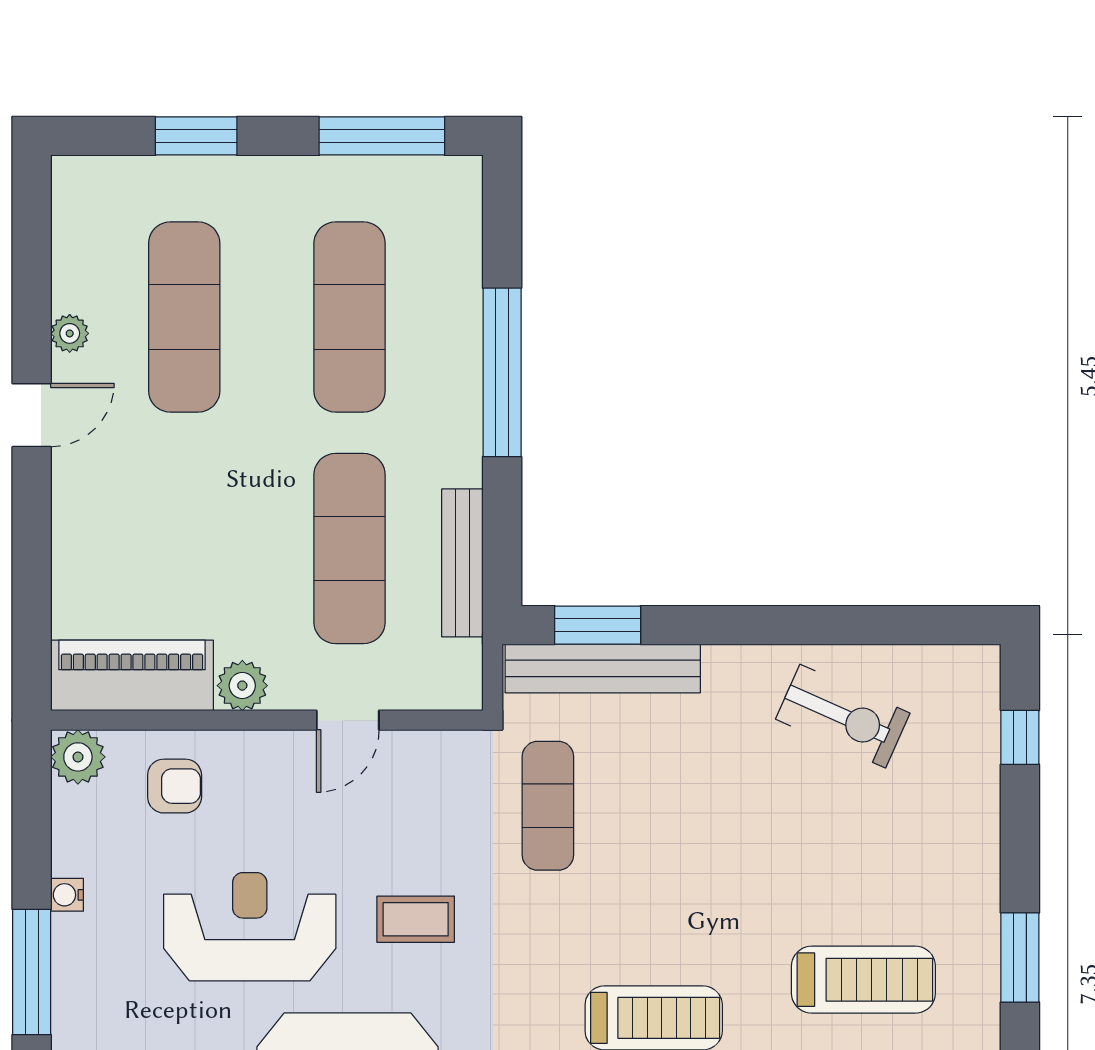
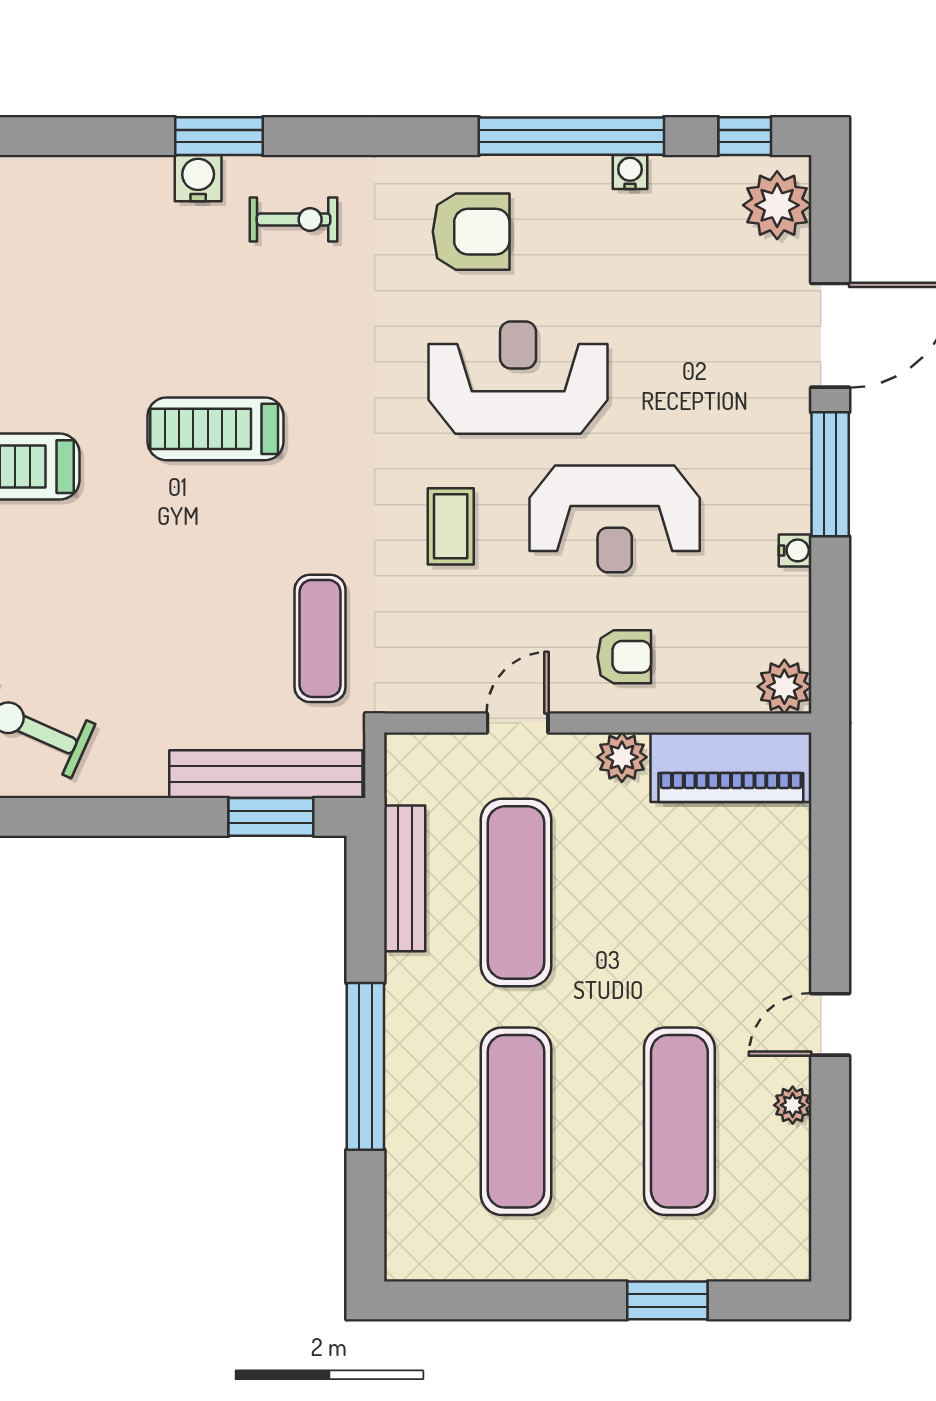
window: (382, 136) -> (484, 1300), removed
armchair: (175, 786) -> (624, 657), moved, turned 180
coffee table: (416, 919) -> (451, 526), turned 90

